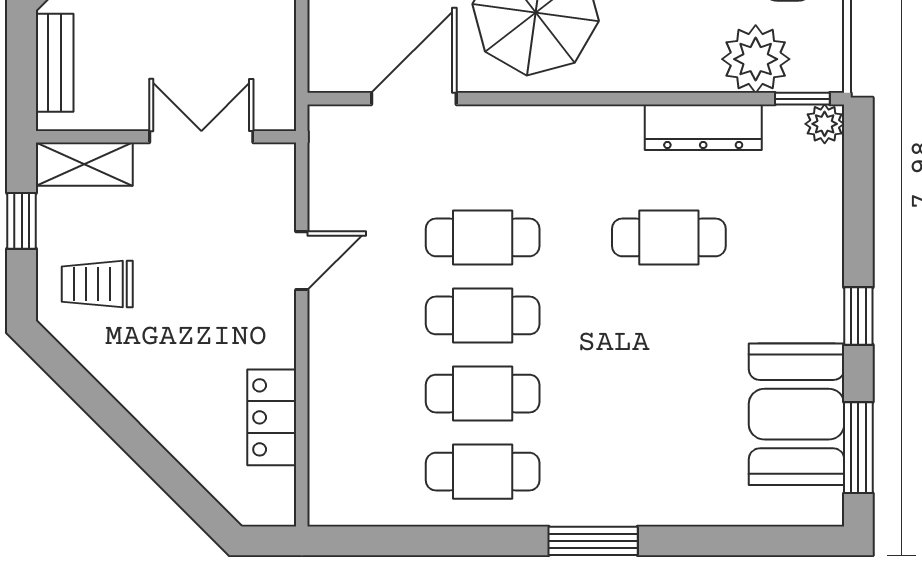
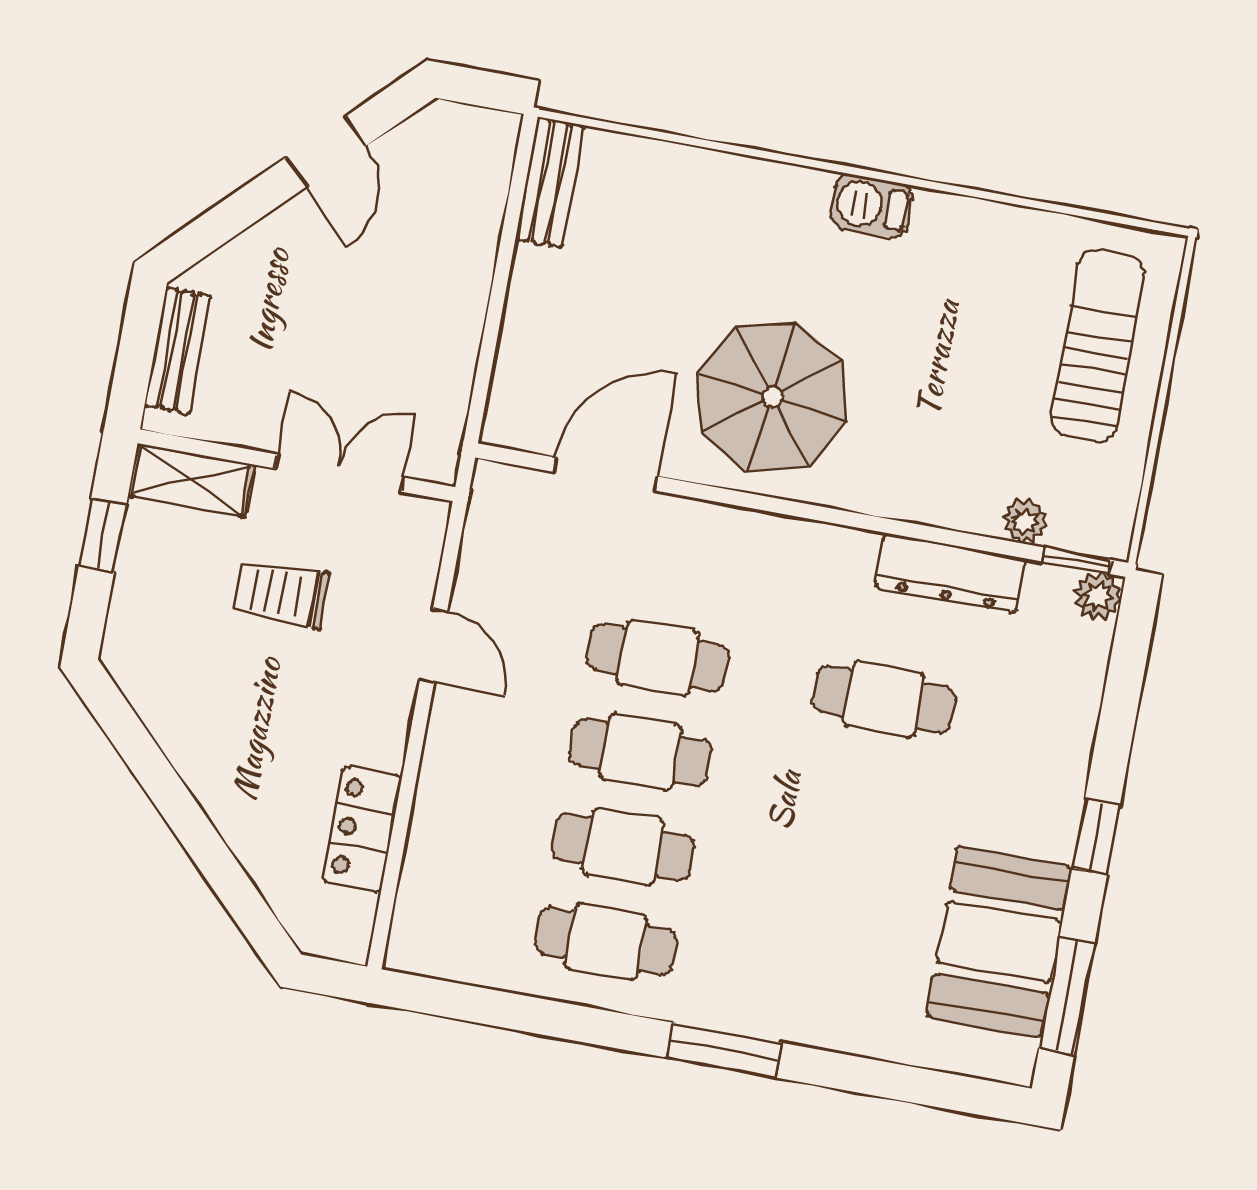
plant: (756, 59) -> (1025, 521), width x0.53, depth x0.53
door: (302, 261) -> (433, 646), hinge flipped
trolley: (97, 284) -> (282, 594), moved

